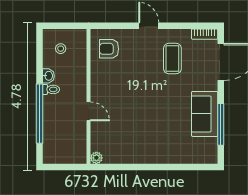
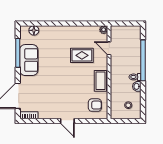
coffee table: (172, 59) -> (100, 81), moved
door: (89, 111) -> (109, 48), moved
rug: (128, 121) -> (82, 55), added
floor lamp: (197, 157) -> (34, 30), added

